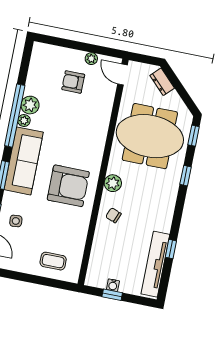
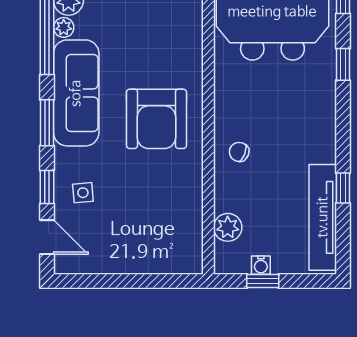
plant: (113, 183) -> (228, 227), moved
armchair: (68, 186) -> (156, 119), turned 90
coffee table: (53, 261) -> (156, 245), removed

